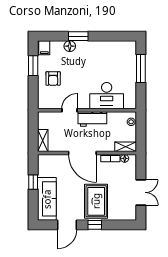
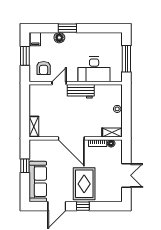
desk: (107, 96) -> (94, 69), moved
door: (69, 110) -> (59, 83), moved
wall: (87, 110) -> (76, 83), moved
workbench: (92, 119) -> (81, 91), moved

